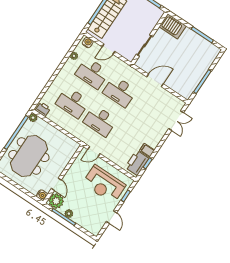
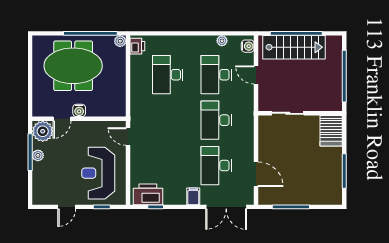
door: (155, 80) -> (256, 174), moved
desk: (100, 121) -> (216, 166), moved
double door: (176, 121) -> (226, 207), width x1.37
filing cabinet: (147, 150) -> (193, 196), moved
water cooler: (42, 195) -> (79, 110), moved

